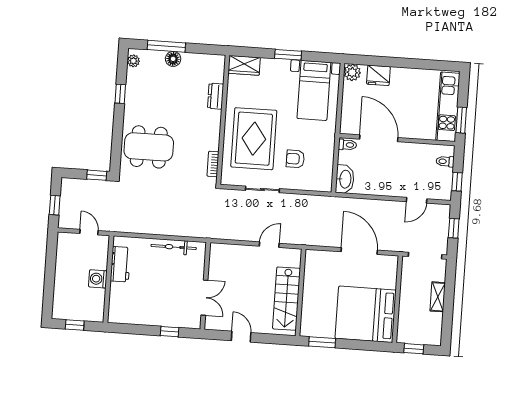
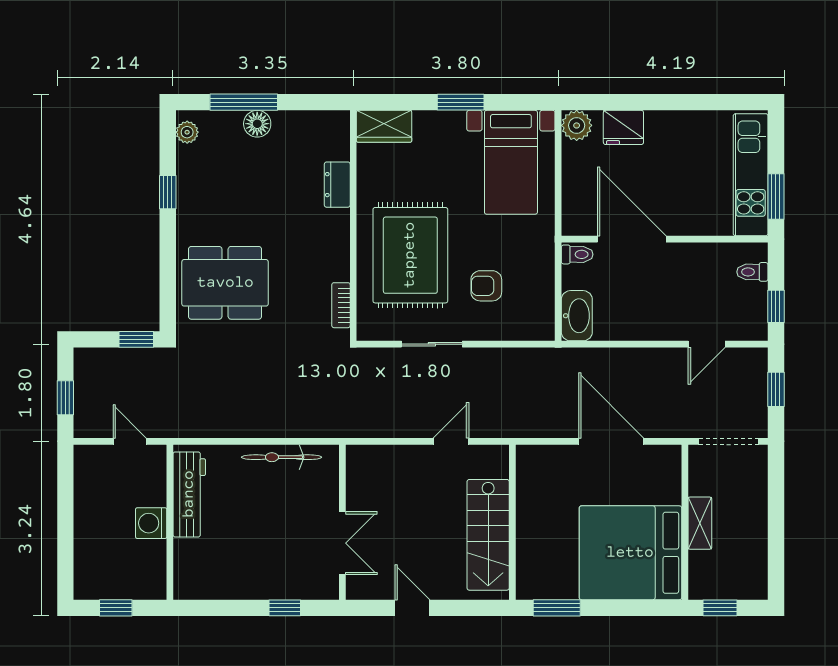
workbench: (120, 264) -> (189, 494), width x1.38
shelving: (438, 297) -> (700, 523), moved

